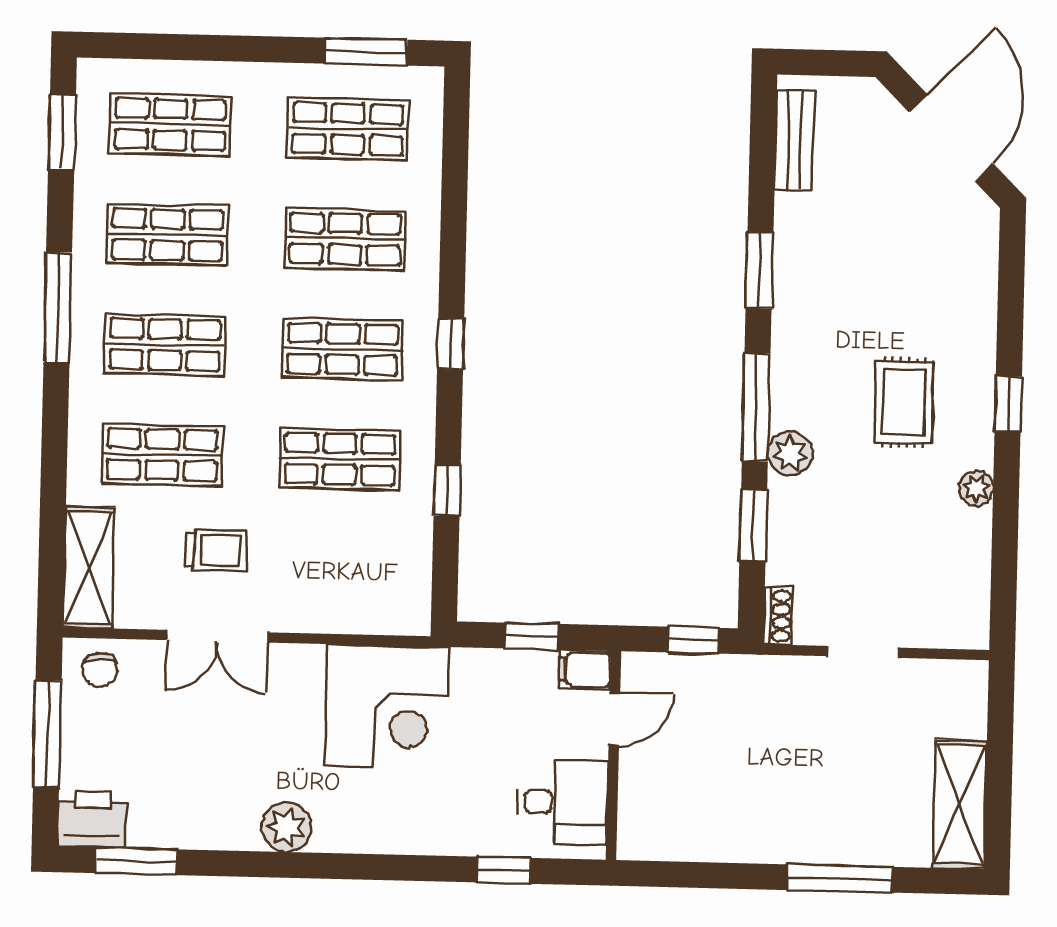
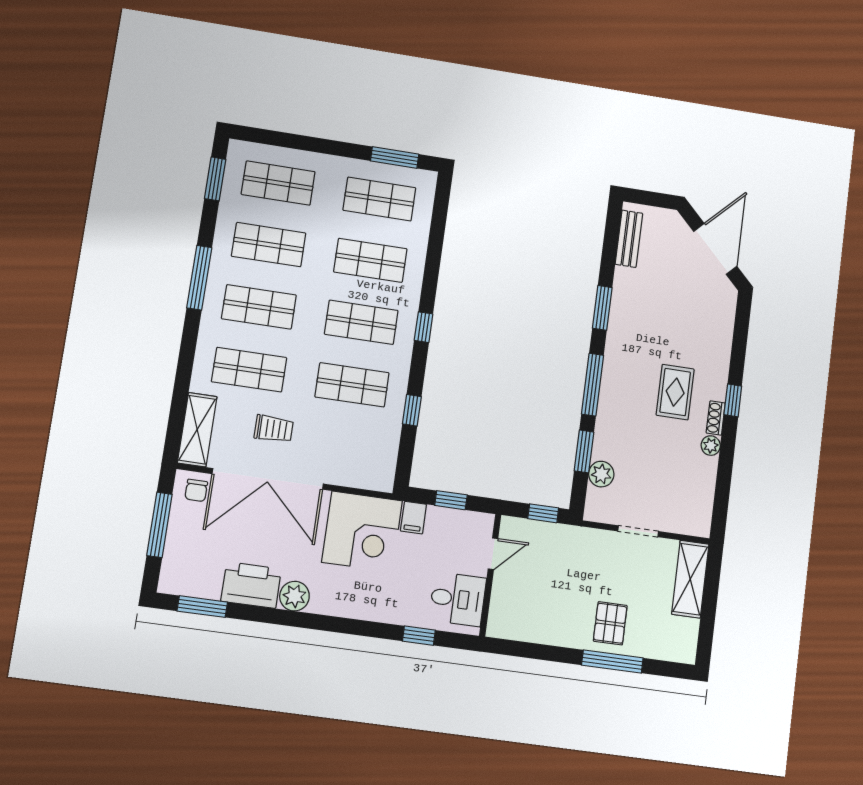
plant: (790, 453) -> (601, 474), moved
shoe rack: (778, 616) -> (716, 418), moved, turned 180
double door: (217, 636) -> (268, 479), width x1.87
filing cabinet: (585, 670) -> (413, 518), moved, turned -90
shelving: (960, 804) -> (690, 579), moved
pallet: (829, 814) -> (610, 623), added
printer: (92, 819) -> (251, 585), moved, width x1.37, depth x1.19

